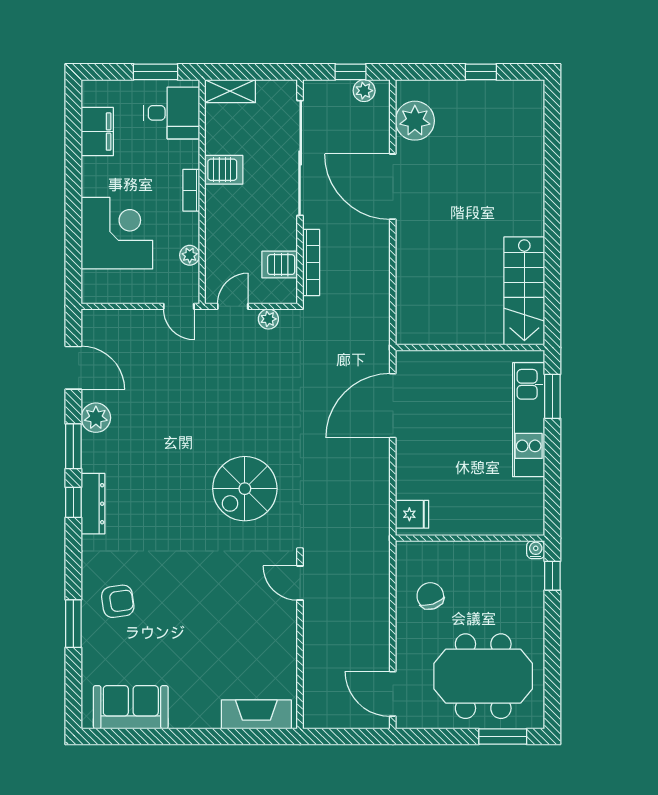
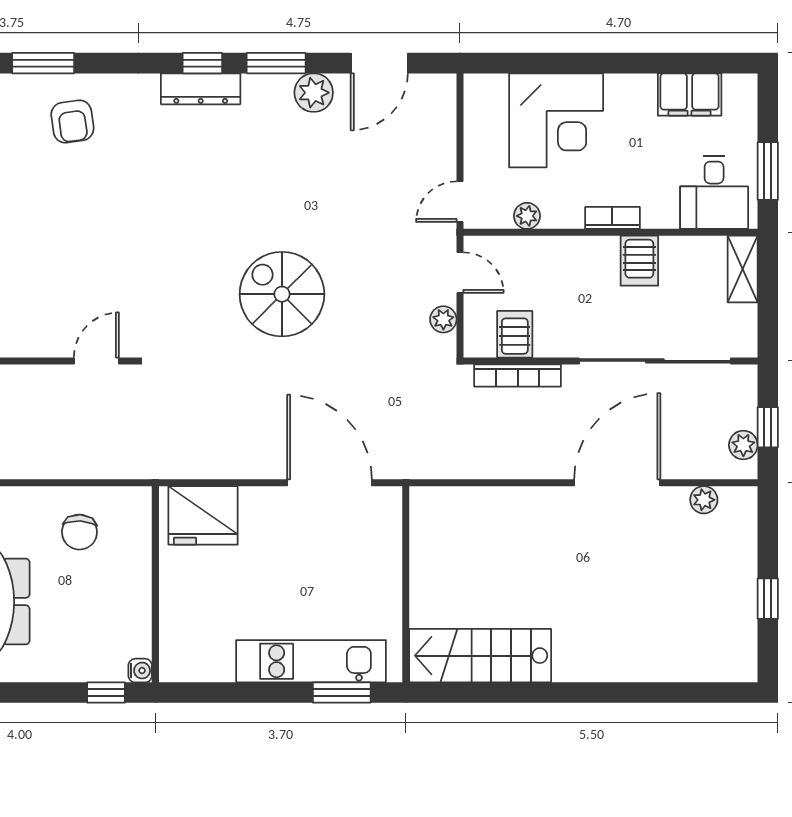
plant: (415, 121) -> (704, 500), width x0.53, depth x0.53
spiral stairs: (245, 489) -> (282, 294), moved
fridge: (412, 514) -> (203, 515), width x1.88, depth x1.34
chair: (430, 596) -> (79, 532), turned 111

